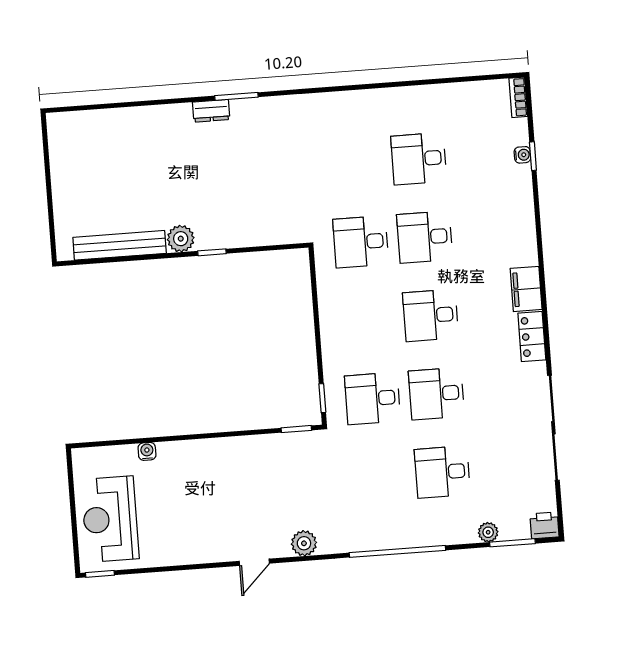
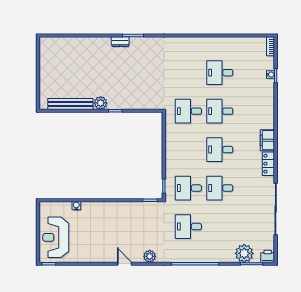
desk: (442, 472) -> (188, 227), moved
plant: (488, 532) -> (244, 253), width x1.88, depth x1.88
door: (254, 562) -> (125, 264), swing flipped

